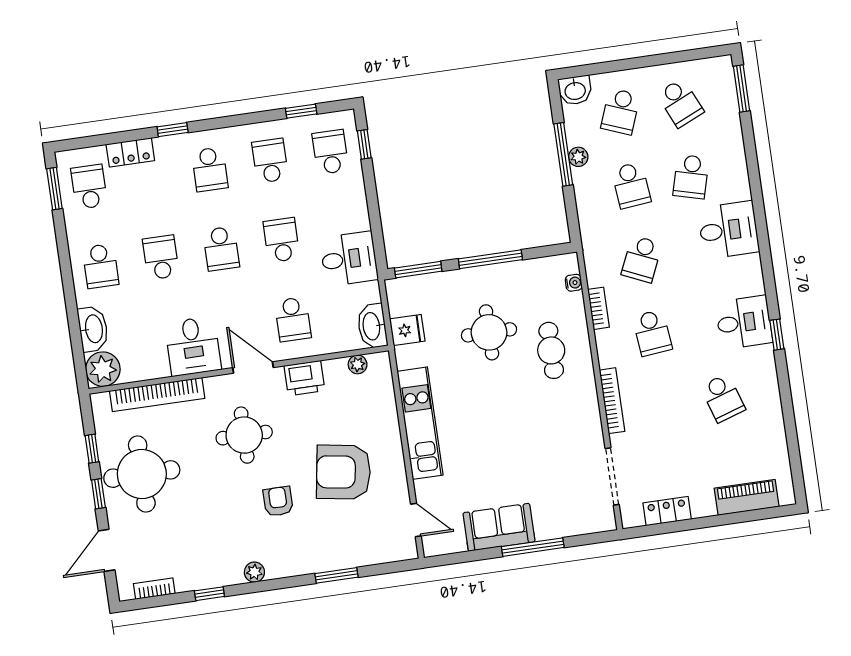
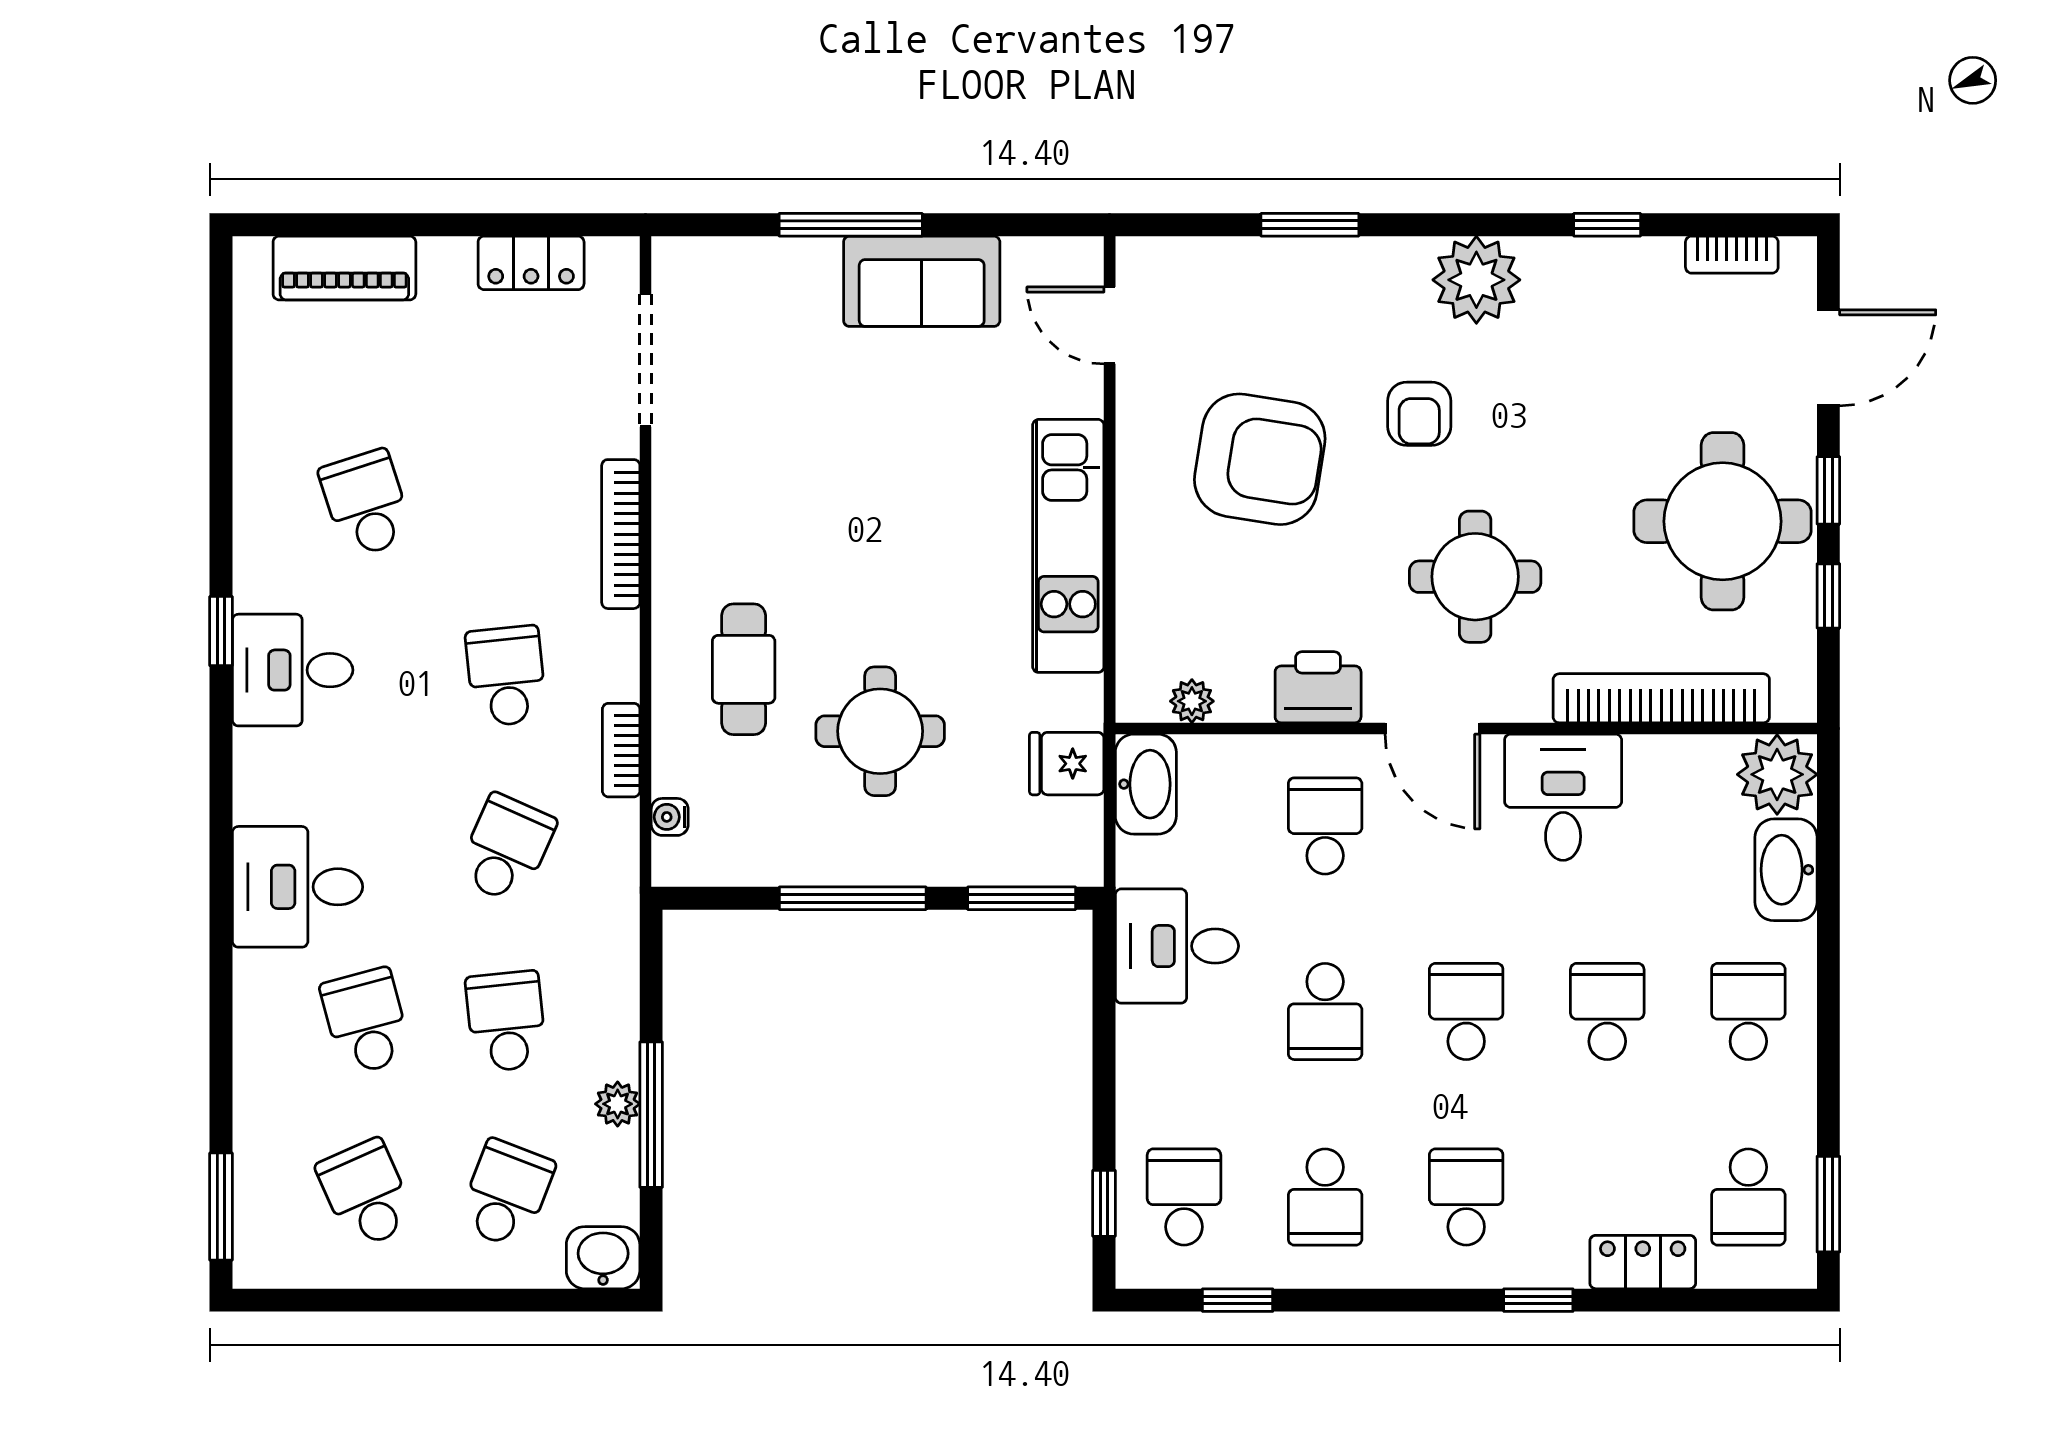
school desk: (330, 152) -> (1184, 1197), turned 180
school desk: (691, 177) -> (366, 1021), turned -30
school desk: (161, 257) -> (1607, 1011), turned 180
plant: (254, 572) -> (1476, 280), width x1.88, depth x1.88

